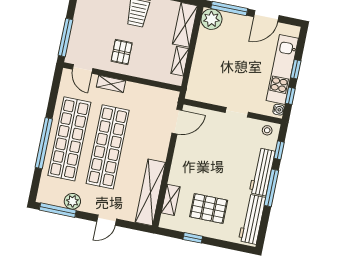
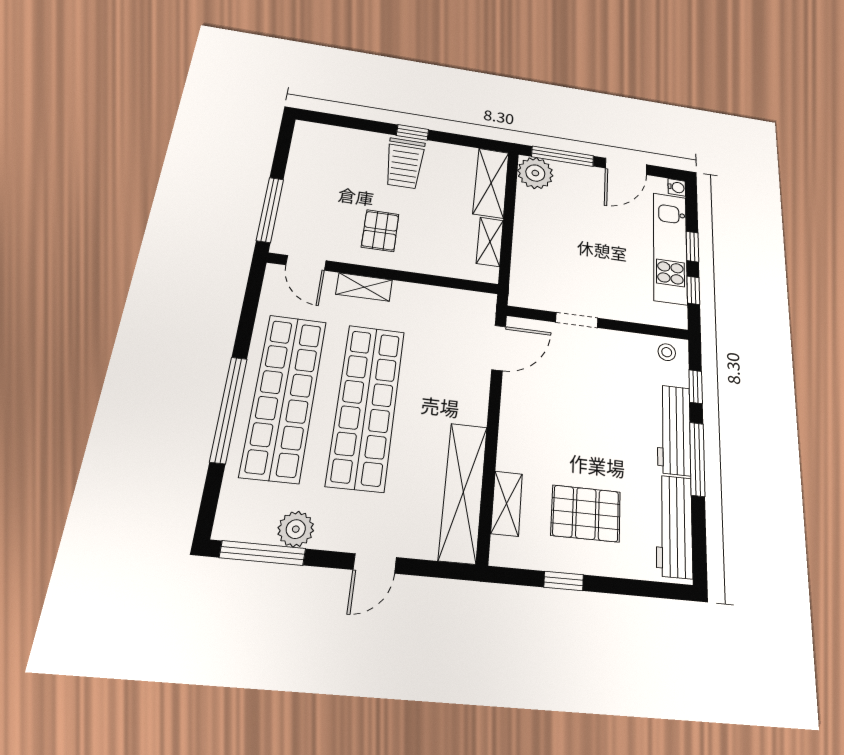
water cooler: (278, 110) -> (677, 187), moved
doorway: (237, 112) -> (577, 320), moved

